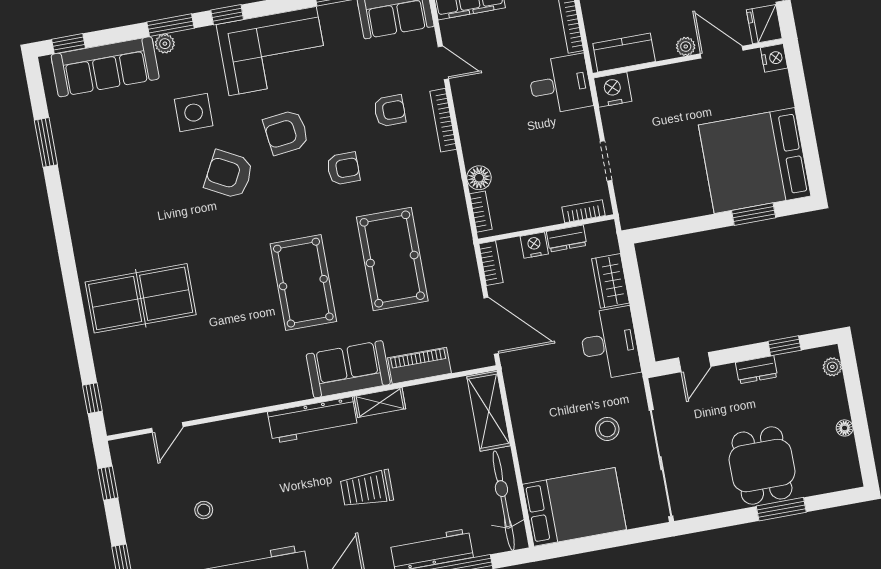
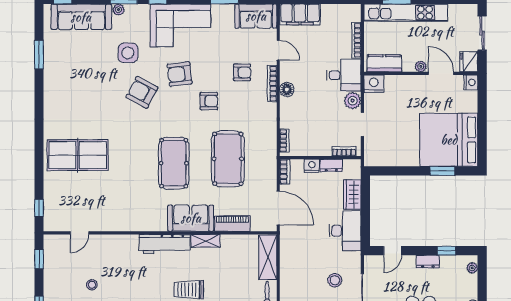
plant: (582, 124) -> (353, 101), added
floor lamp: (479, 178) -> (287, 90), moved

